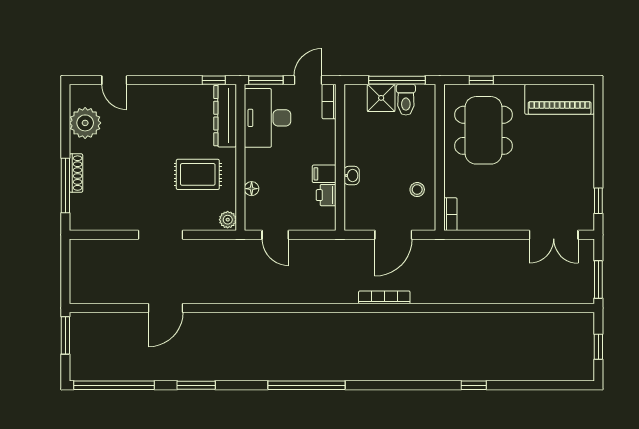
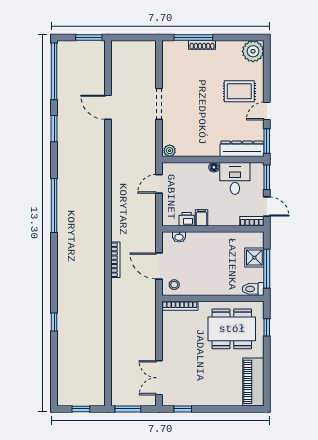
door: (114, 80) -> (267, 111), moved
window: (214, 80) -> (267, 141), width x1.50
toilet: (406, 100) -> (253, 289), moved
desk: (268, 118) -> (235, 178), width x0.73
plant: (85, 123) -> (253, 51), moved
rug: (198, 174) -> (239, 91), moved, turned 90
washbasin: (352, 175) -> (179, 237), moved
floor lamp: (252, 189) -> (214, 167), moved
stool: (417, 190) -> (174, 285), moved
bookcase: (450, 214) -> (180, 306), width x1.56

